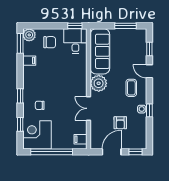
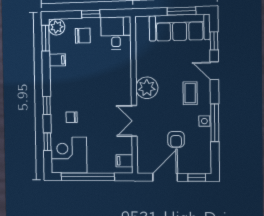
window: (75, 26) -> (91, 14), moved
sofa: (100, 51) -> (180, 28), moved, turned 90
window: (149, 110) -> (215, 123), width x2.17

